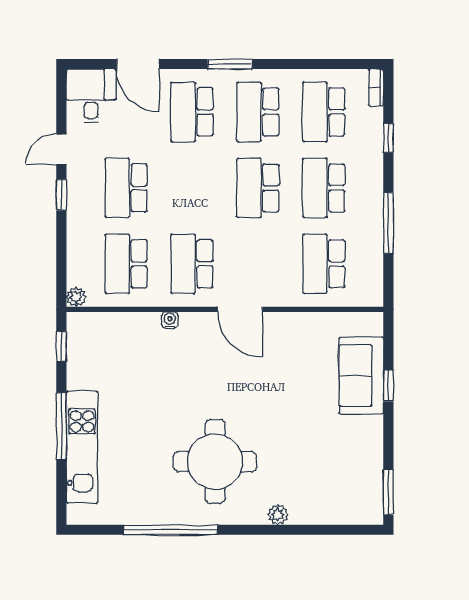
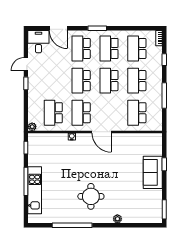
school desk: (126, 188) -> (81, 81), moved
sofa: (361, 376) -> (153, 172), moved
round table: (215, 462) -> (91, 196), width x0.73, depth x0.73

